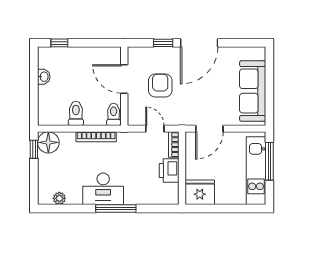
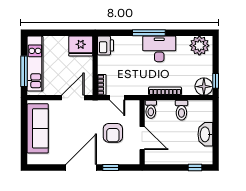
washbasin: (44, 77) -> (205, 134), width x1.91, depth x1.45
printer: (169, 171) -> (106, 45), moved
plant: (59, 198) -> (199, 46), width x1.87, depth x1.87

